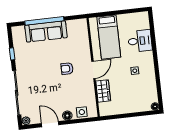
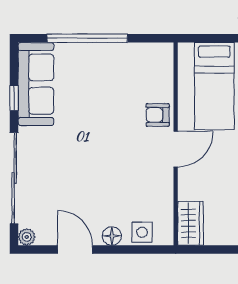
sofa: (46, 31) -> (36, 84), moved, turned -90
armchair: (67, 69) -> (158, 115), moved
wardrobe: (103, 91) -> (190, 223), moved

